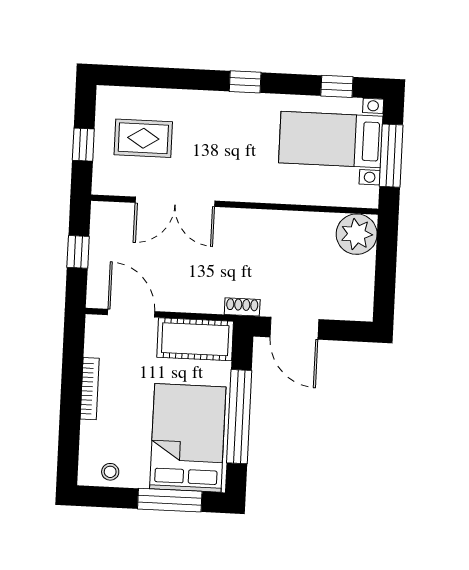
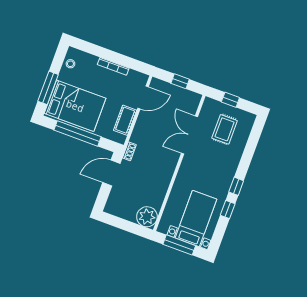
window: (337, 86) -> (228, 210), moved
cot: (195, 339) -> (125, 120), width x0.73, depth x0.75

